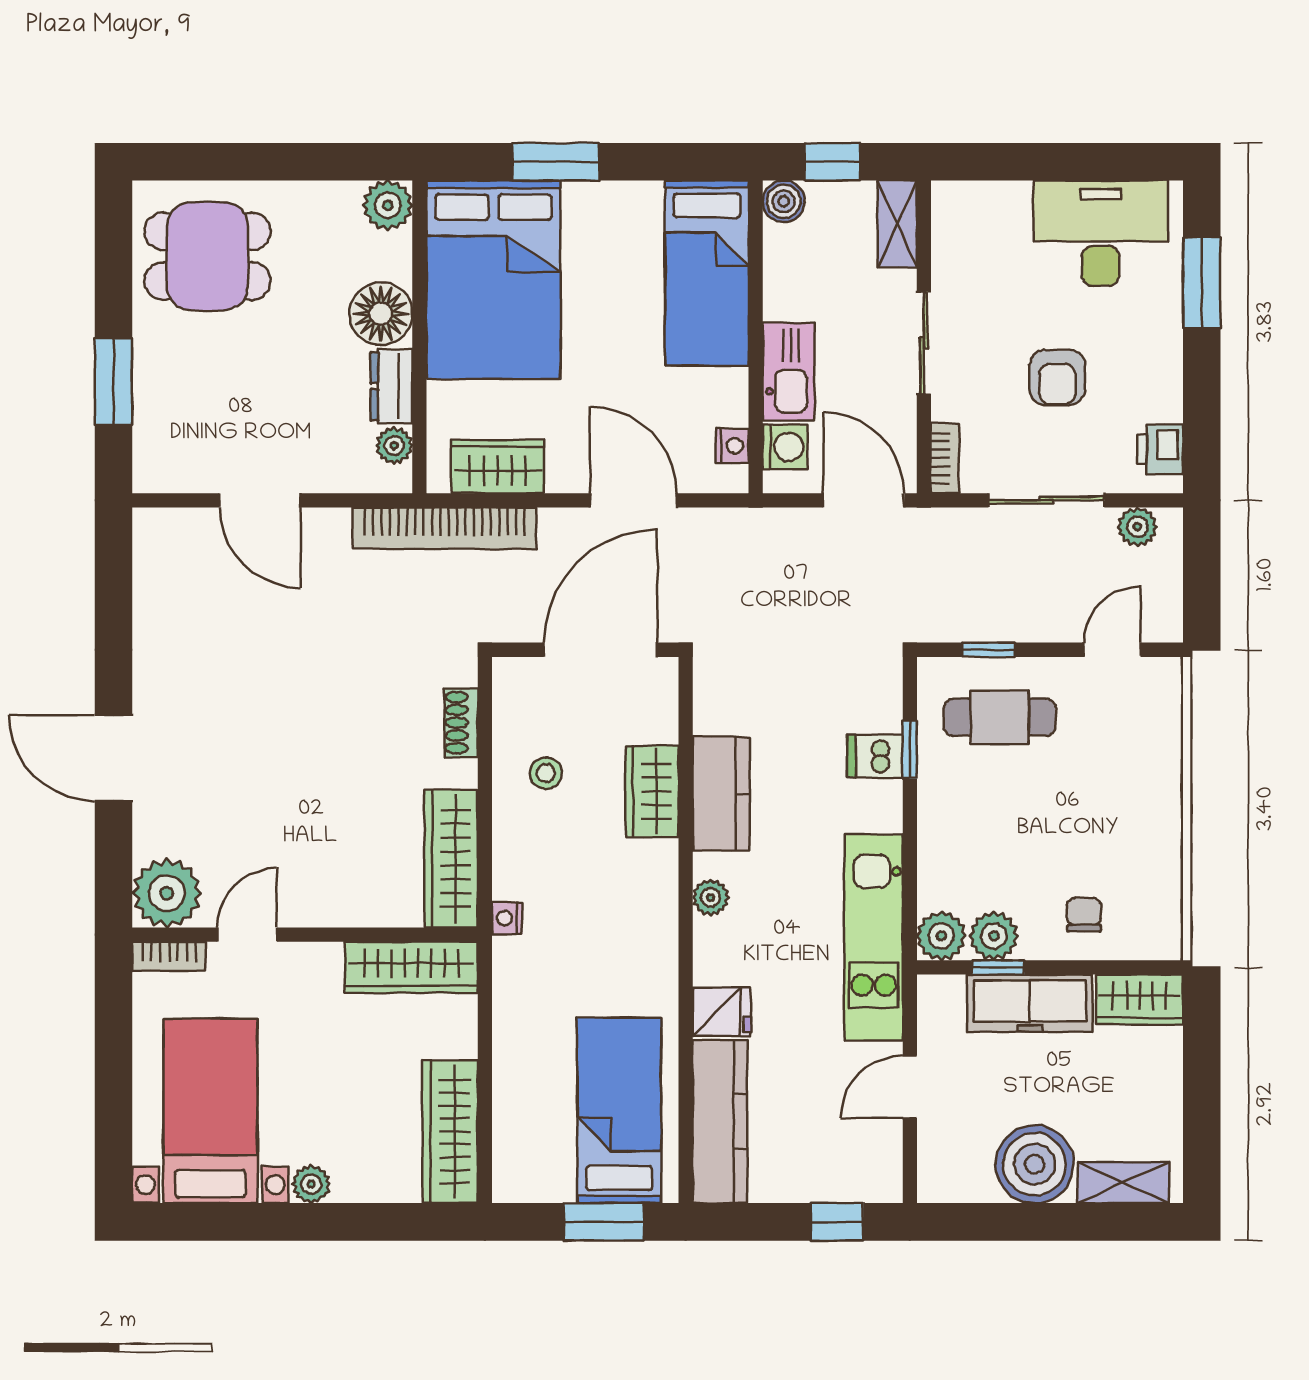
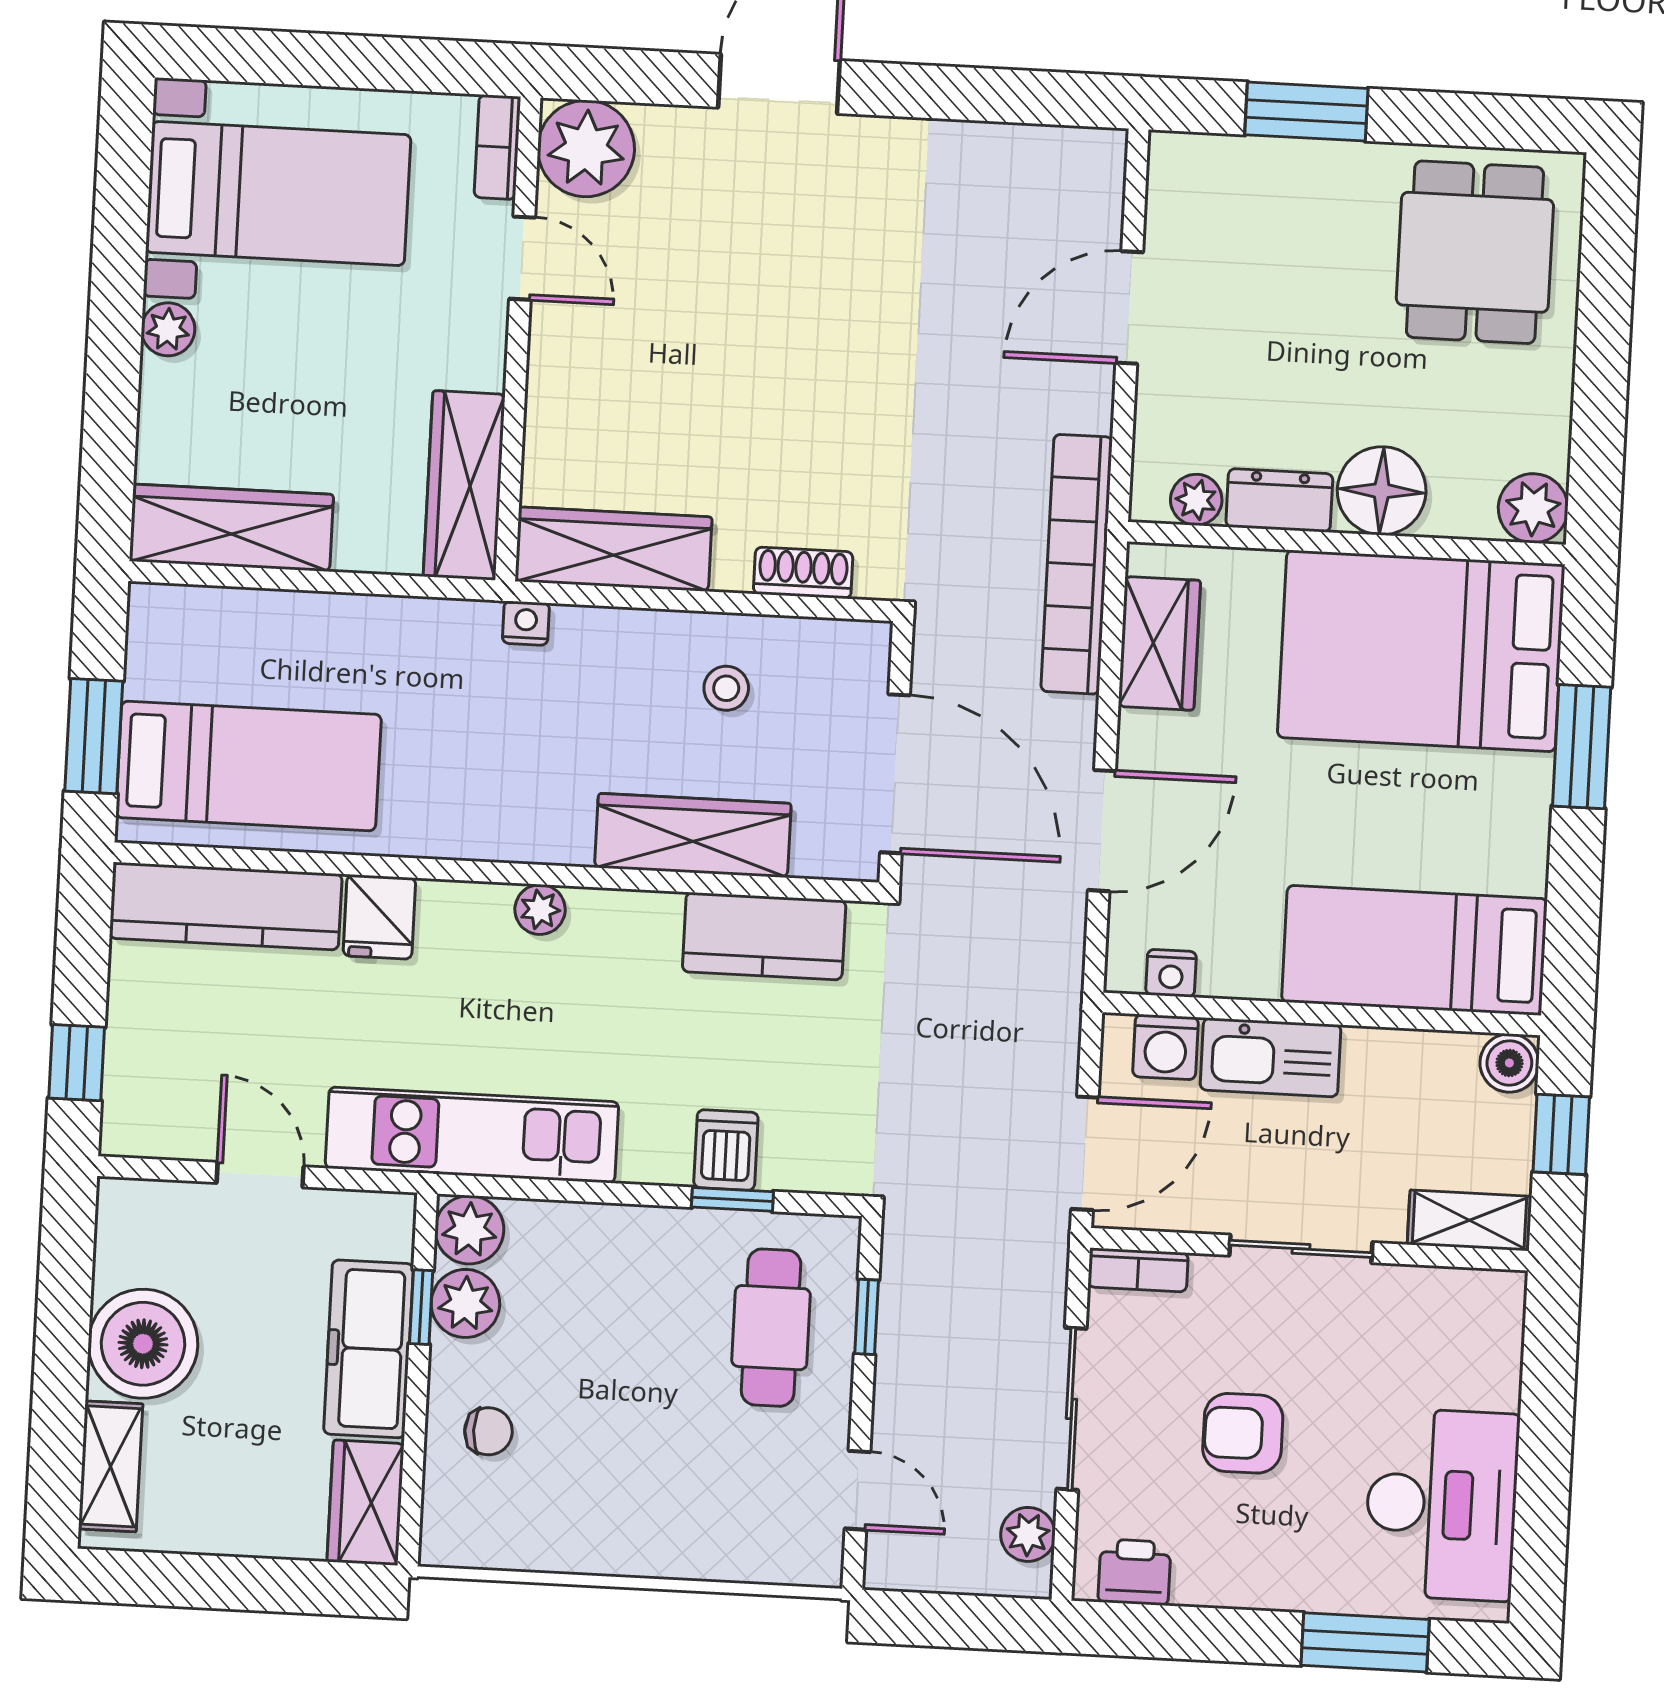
wardrobe: (652, 791) -> (693, 835), width x1.50
kitchen counter: (721, 794) -> (764, 936), moved

